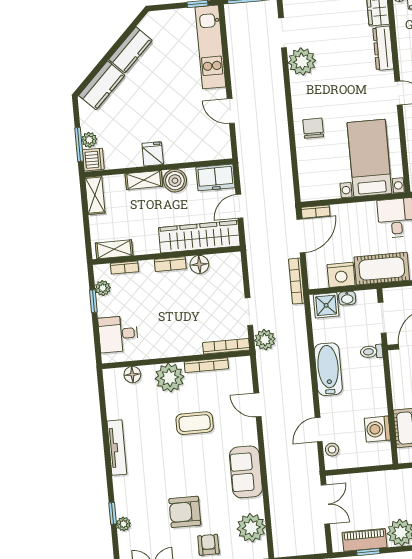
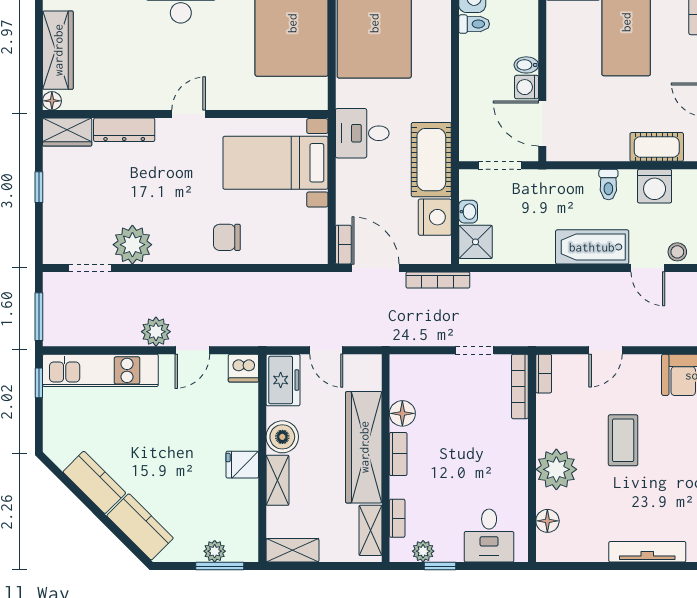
dishwasher: (93, 160) -> (243, 368), moved, turned 180
wardrobe: (199, 237) -> (364, 447), moved
plant: (265, 340) -> (156, 332), moved
toilet: (371, 352) -> (608, 184), moved
bookcase: (206, 365) -> (544, 374), moved, width x0.64
bathtub: (328, 369) -> (592, 247), moved

